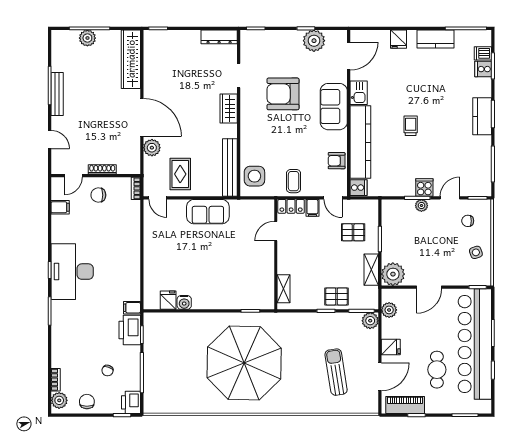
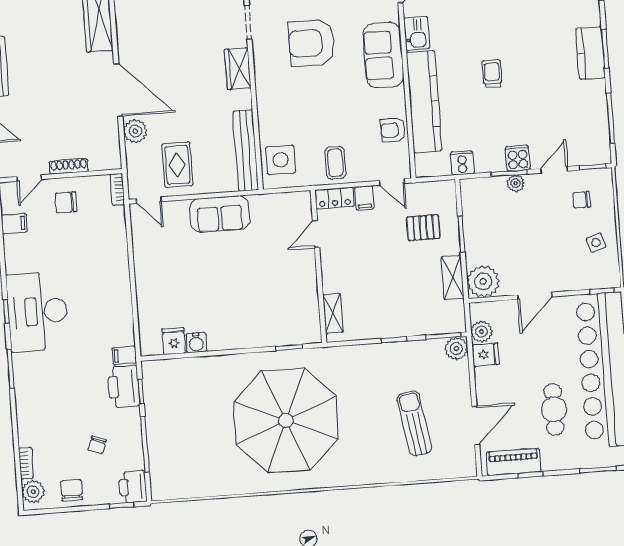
cooker: (359, 188) -> (462, 163), moved, turned -90
pallet: (337, 296) -> (407, 318), removed
fridge: (391, 347) -> (486, 355), moved

